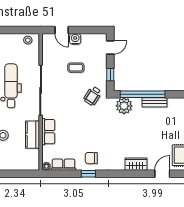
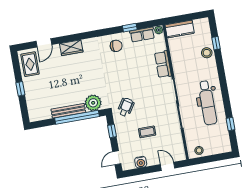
water cooler: (75, 39) -> (141, 162), moved
bench: (155, 102) -> (68, 111), width x1.36
kitchen counter: (32, 135) -> (180, 29), moved, turned 90
window: (88, 174) -> (130, 28), moved

